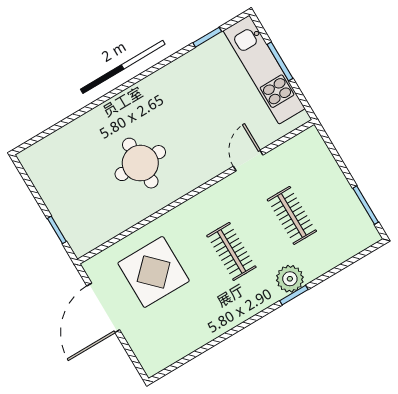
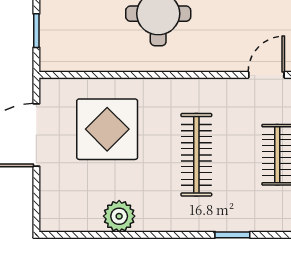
clothes rail: (231, 251) -> (196, 155), width x1.36
plant: (290, 279) -> (119, 216), moved

